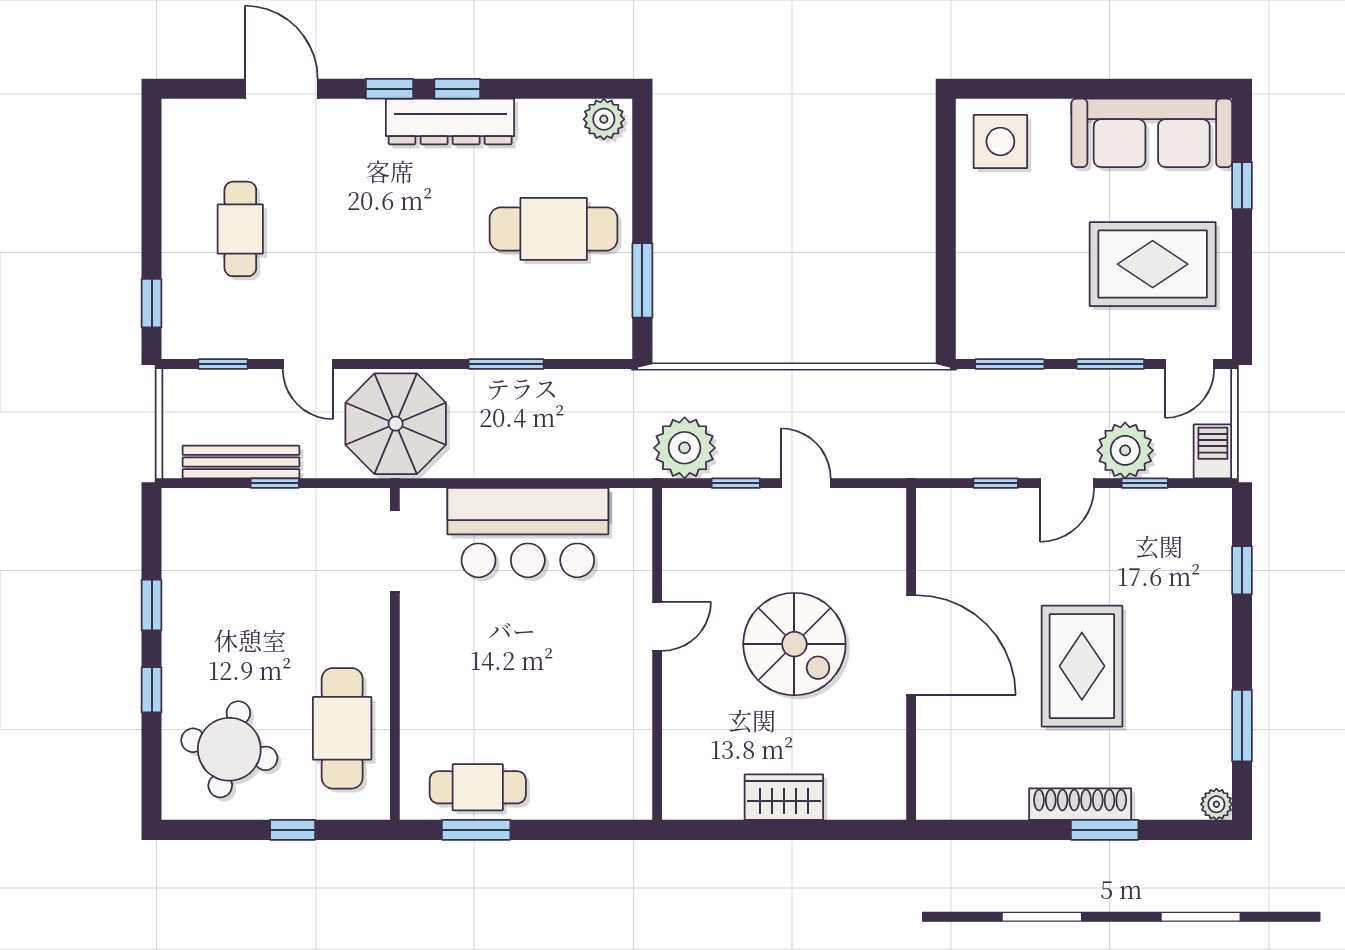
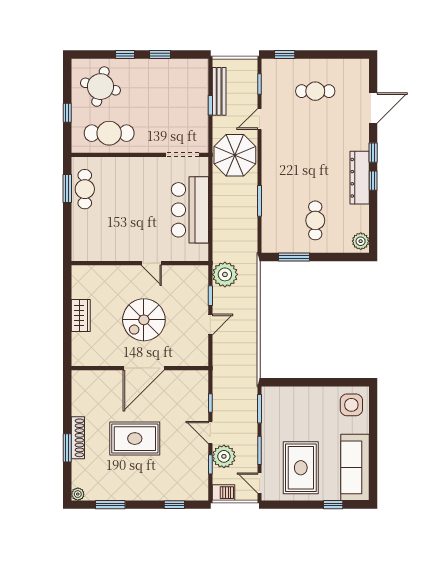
cafe table: (554, 229) -> (315, 220), width x0.73, depth x0.74

